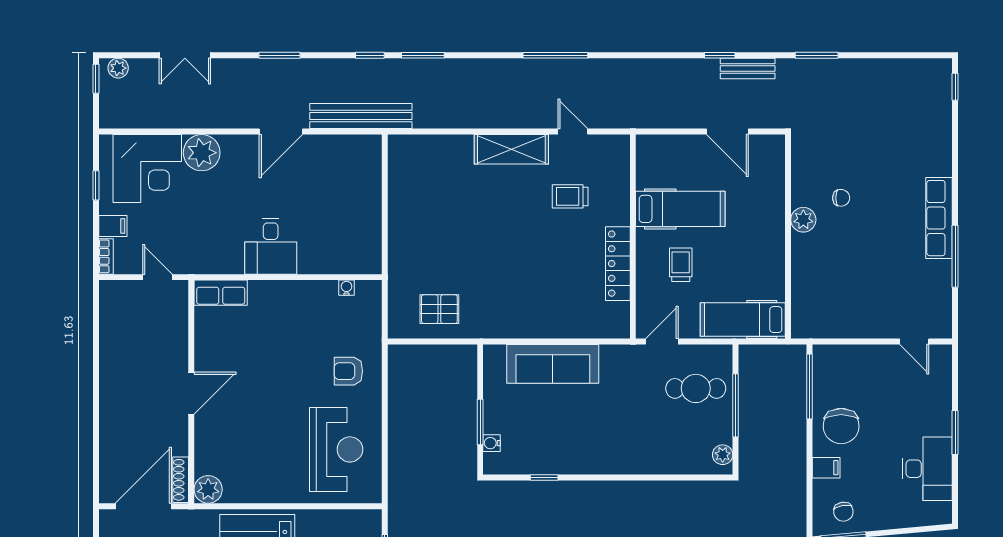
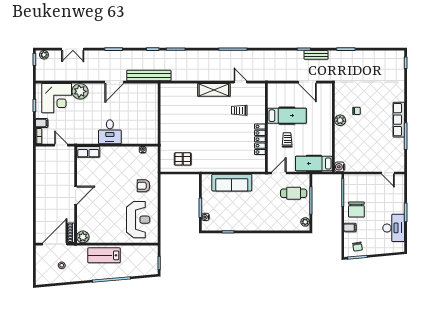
water cooler: (802, 327) -> (340, 167), added

